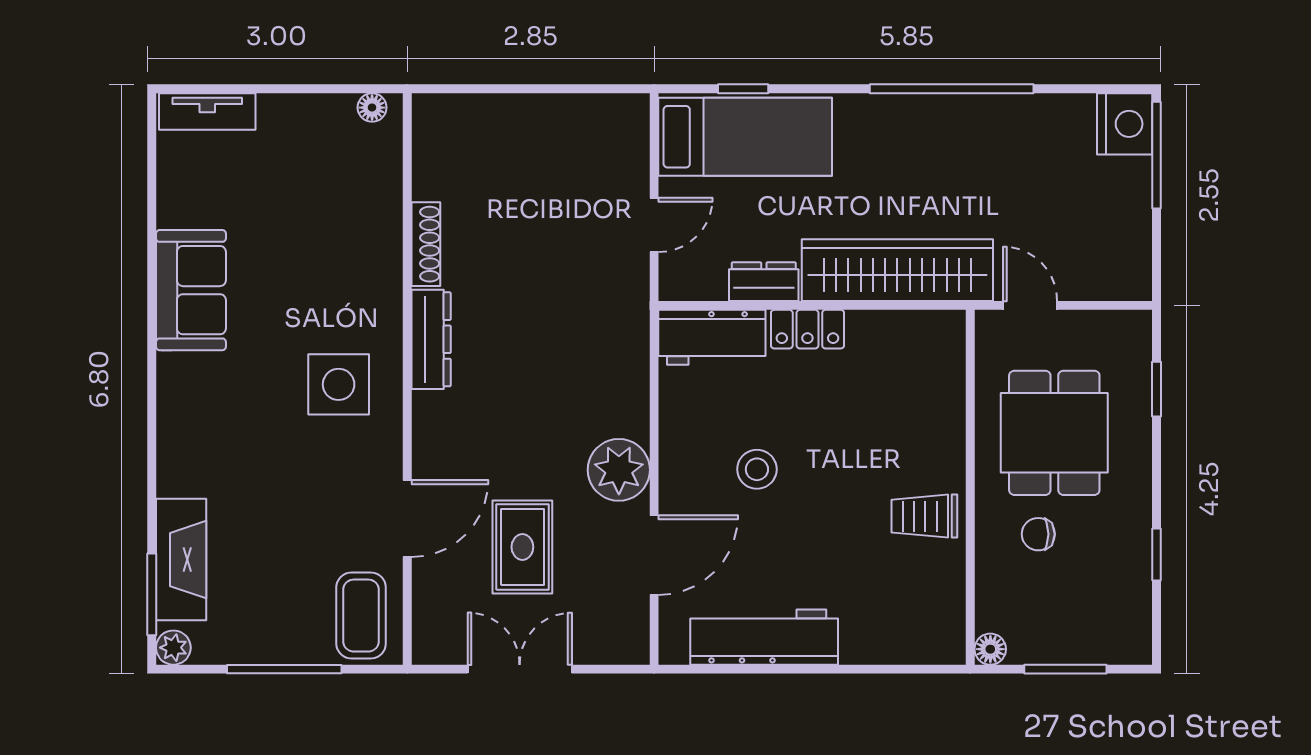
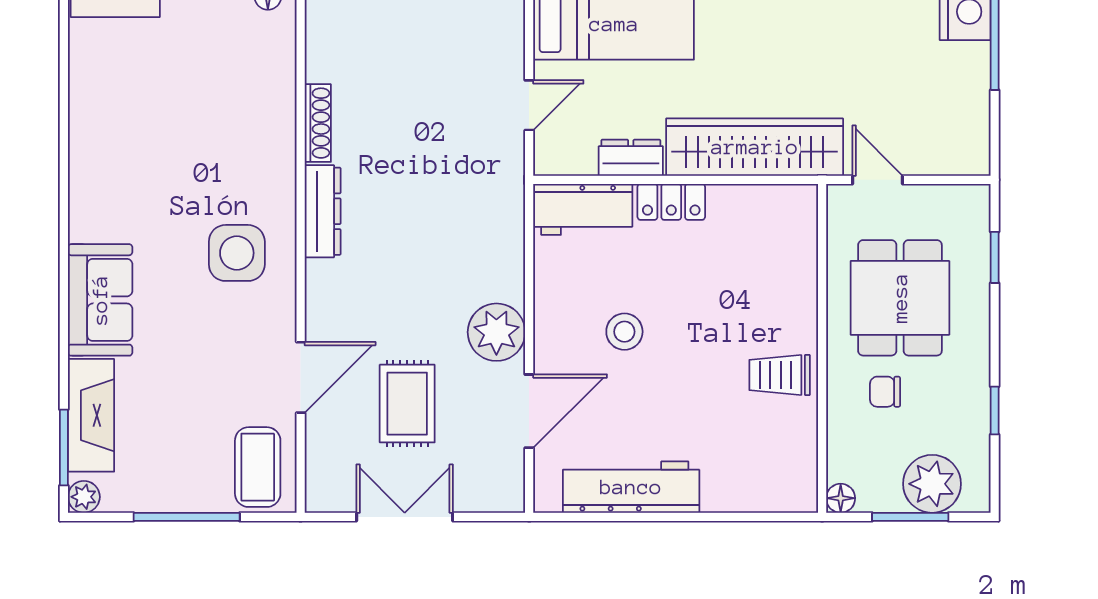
sofa: (191, 290) -> (100, 300), moved
plant: (1089, 634) -> (932, 484), added

